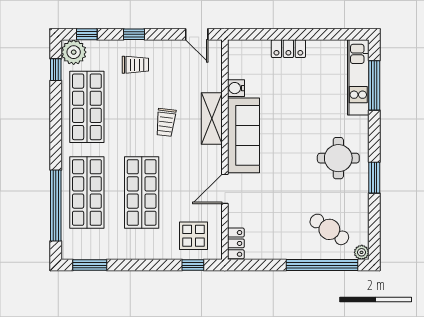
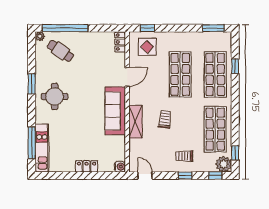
water cooler: (236, 88) -> (120, 167), moved
window: (56, 205) -> (235, 66), width x0.32

